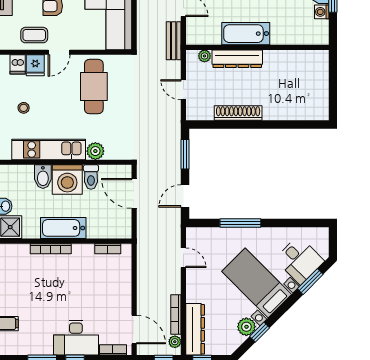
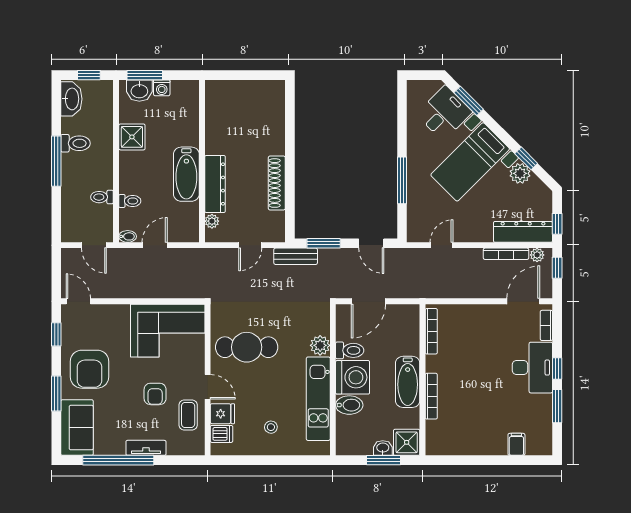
bench: (174, 41) -> (296, 256), moved
bookcase: (108, 249) -> (431, 331), width x1.56

